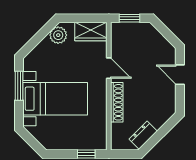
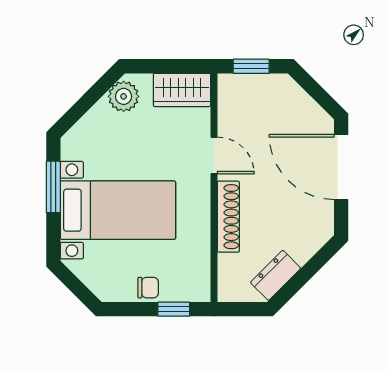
door: (180, 75) -> (341, 167), width x1.88
chair: (72, 142) -> (148, 288), added

